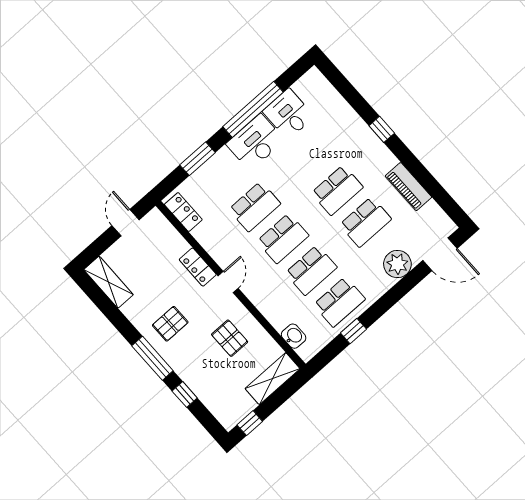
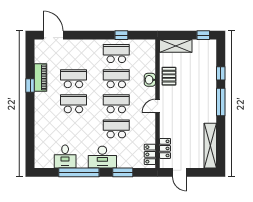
window: (382, 129) -> (30, 86), moved
desk: (255, 142) -> (102, 157), moved
door: (125, 223) -> (180, 172), hinge flipped
plant: (397, 264) -> (76, 48), removed
locker: (198, 267) -> (165, 148), moved
shelving: (108, 282) -> (210, 146), width x1.47
pallet: (170, 324) -> (199, 110), removed
washbasin: (294, 336) -> (150, 80), moved
pallet: (230, 338) -> (169, 76), moved

